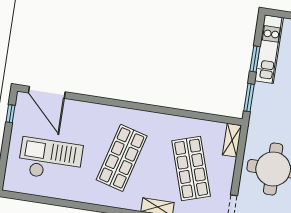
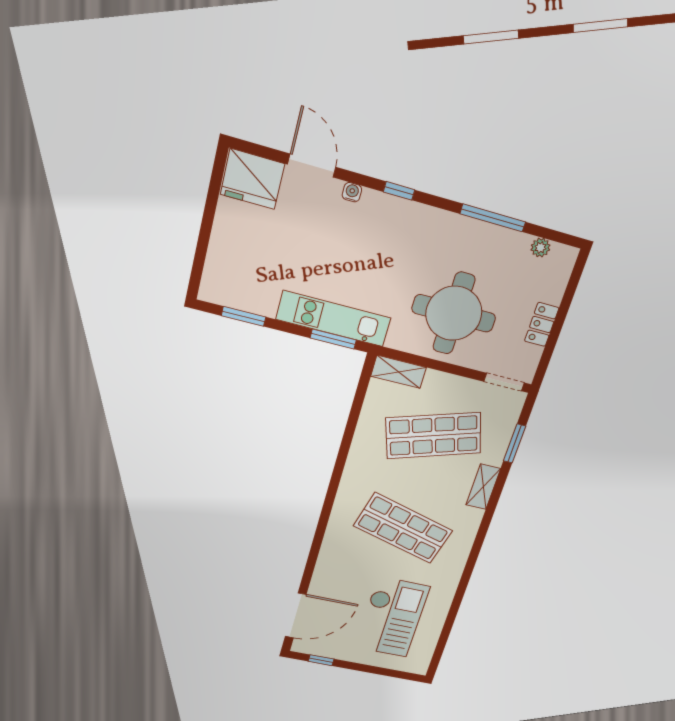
kitchen unit: (269, 49) -> (334, 319), moved
window: (255, 59) -> (244, 316), moved
checkout: (50, 160) -> (392, 617), turned 180

